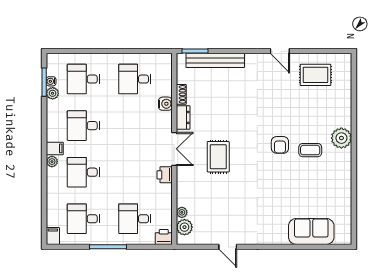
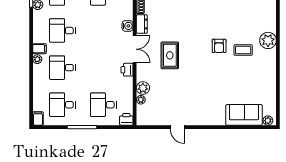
water cooler: (165, 104) -> (128, 26), moved
plant: (184, 227) -> (143, 88), moved
plant: (341, 239) -> (268, 121), added

